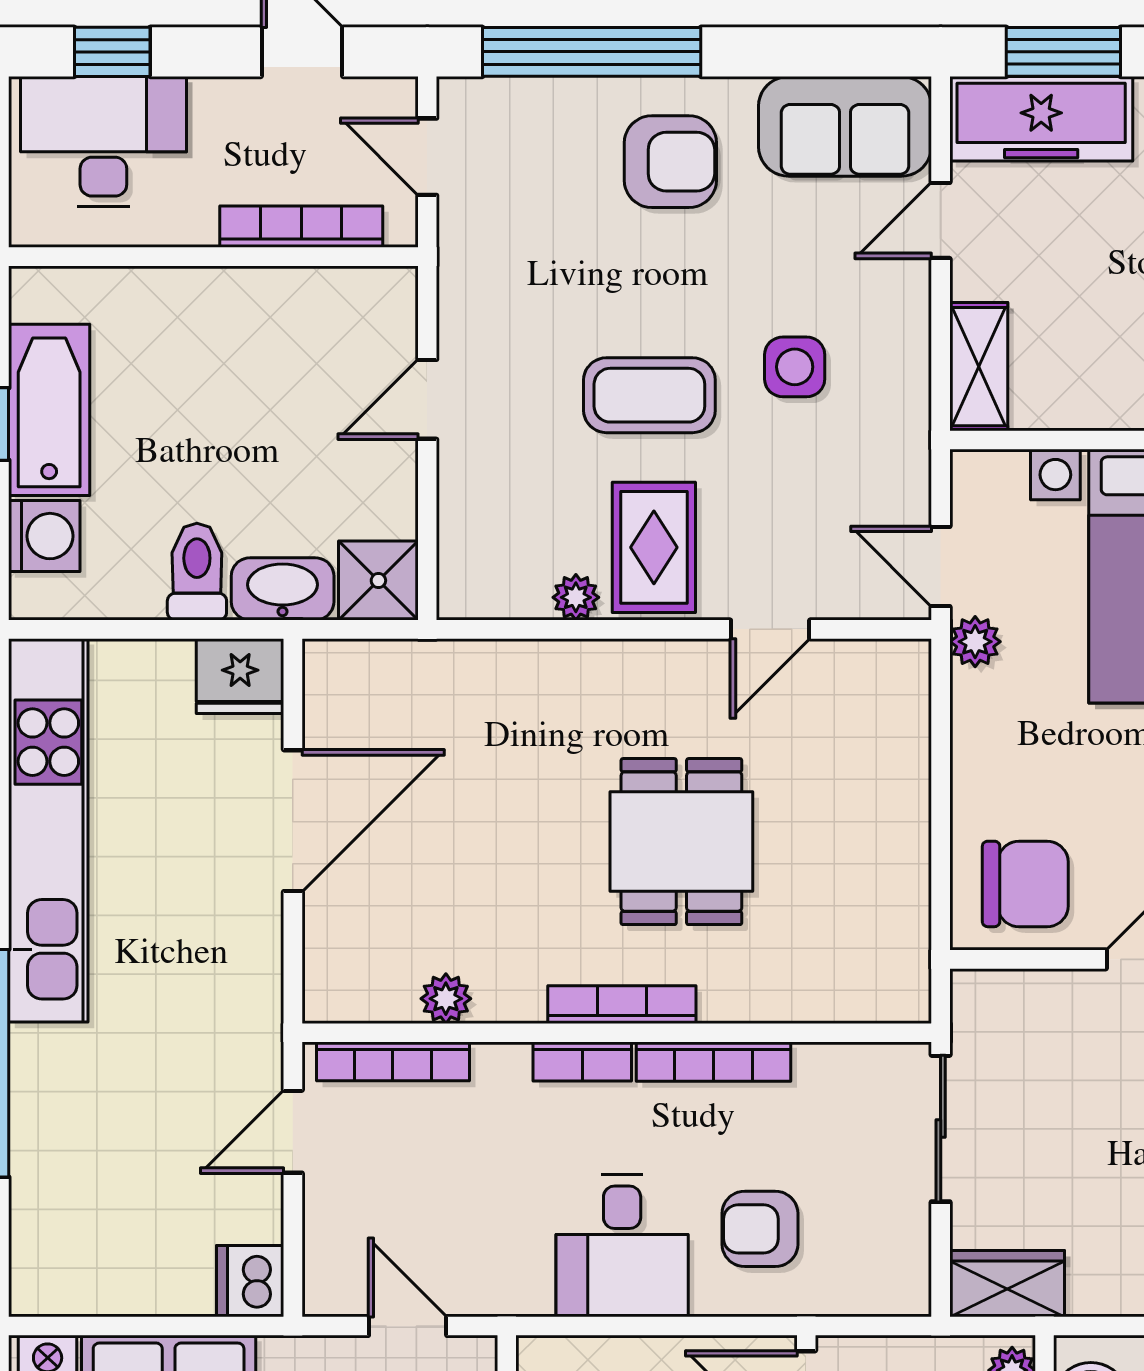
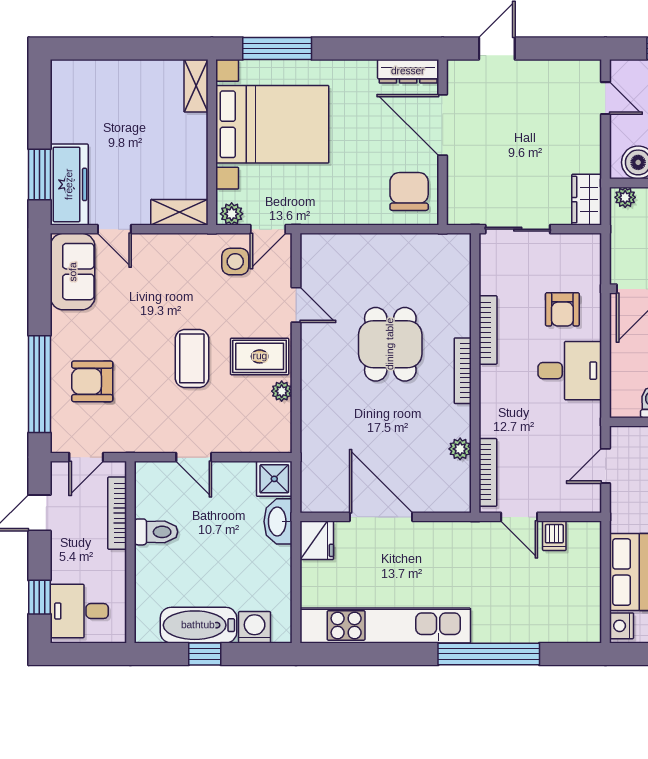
desk: (103, 141) -> (79, 611), width x0.73
armchair: (670, 162) -> (92, 381), moved, turned -90
side table: (795, 367) -> (235, 262), moved
toilet: (197, 572) -> (156, 532), moved, turned 180
plant: (975, 642) -> (232, 214), moved
dining table: (681, 842) -> (390, 344), turned 90
bookcase: (582, 1062) -> (488, 388), removed
dishwasher: (250, 1281) -> (554, 536), moved, width x0.73

